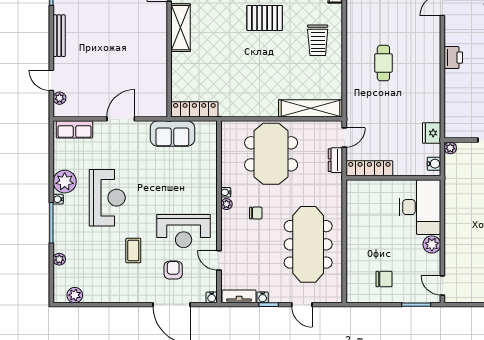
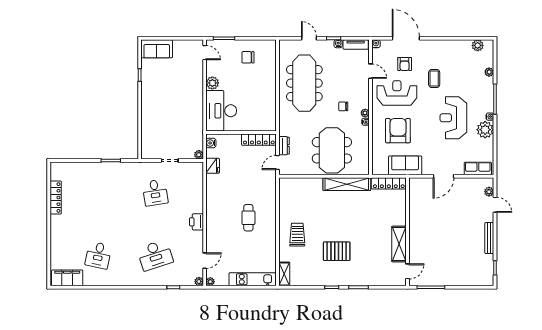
shelving: (311, 108) -> (347, 184), moved
armchair: (182, 180) -> (398, 131), added

